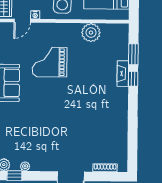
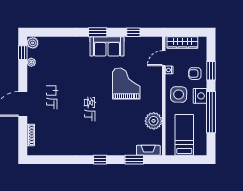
door: (22, 21) -> (164, 58), hinge flipped
fireplace: (123, 74) -> (148, 150), moved
window: (133, 79) -> (100, 160), moved

